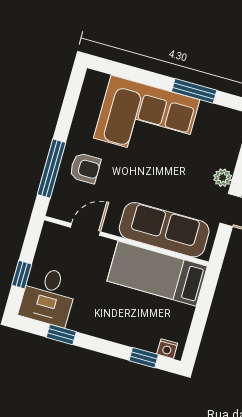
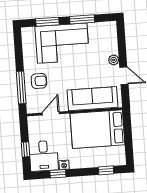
window: (135, 74) -> (47, 22), added
bed: (157, 274) -> (97, 129), width x1.50
nightstand: (167, 349) -> (64, 165), moved

